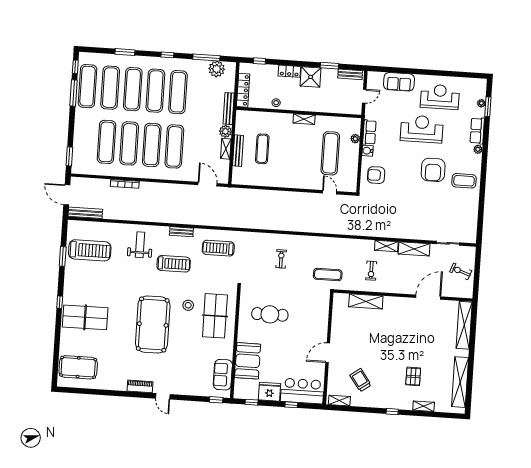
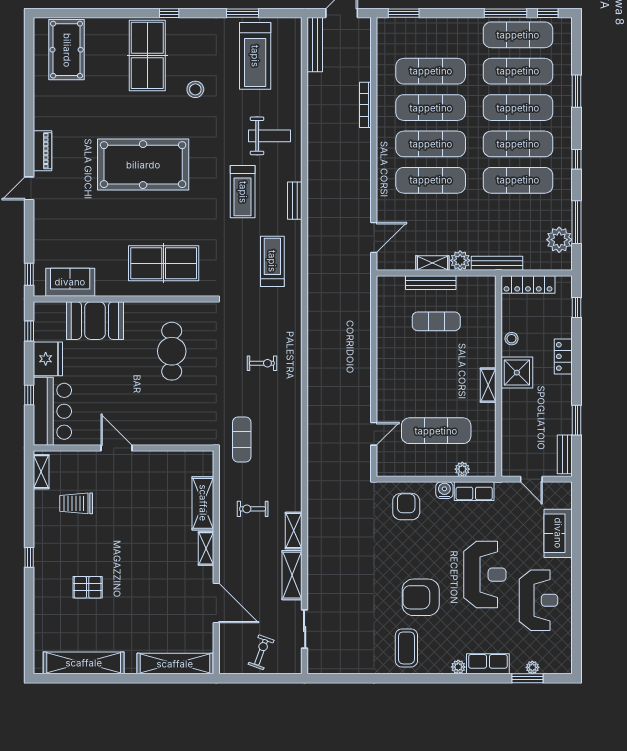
shower: (311, 77) -> (517, 373), moved
stool: (188, 305) -> (195, 89), moved
trolley: (361, 380) -> (76, 503), turned -144
shelving: (424, 406) -> (206, 548), moved

